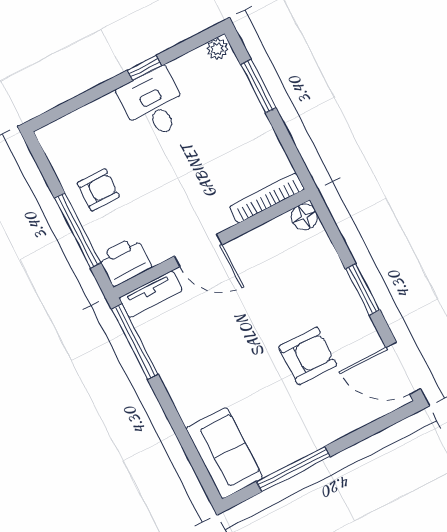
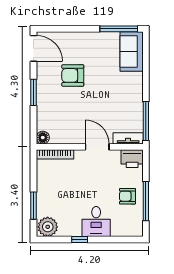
plant: (217, 49) -> (48, 227), width x1.88, depth x1.88
desk: (154, 104) -> (96, 222), moved
window: (78, 231) -> (146, 201), moved
window: (293, 469) -> (119, 29), moved

